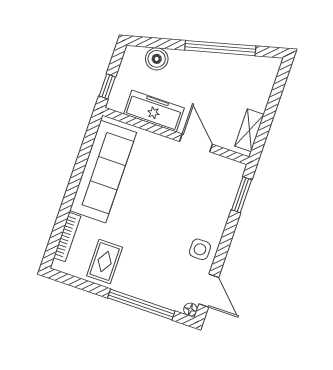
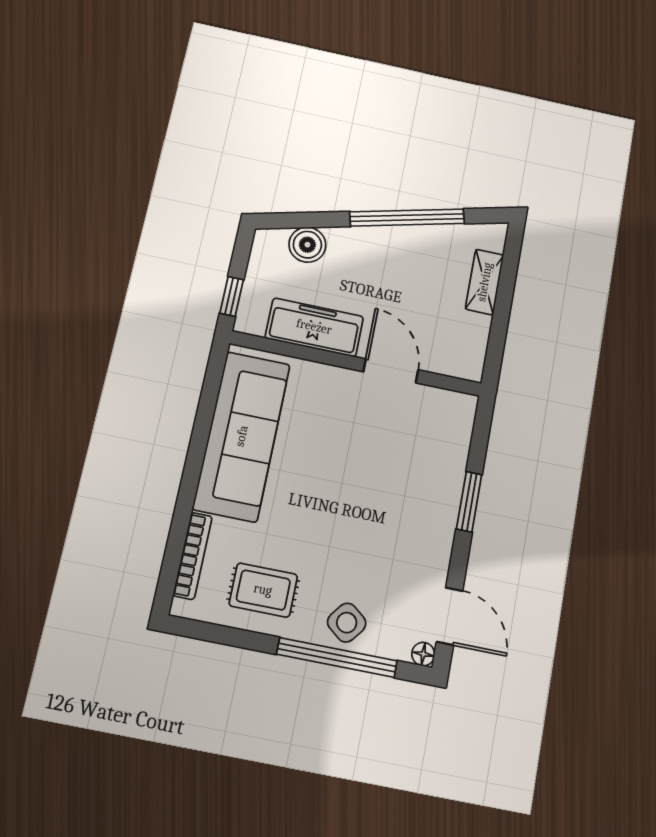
shelving: (249, 130) -> (485, 282), moved
window: (242, 195) -> (469, 502), moved
side table: (200, 249) -> (347, 623), moved, turned 38
rug: (105, 262) -> (263, 590), turned 90

